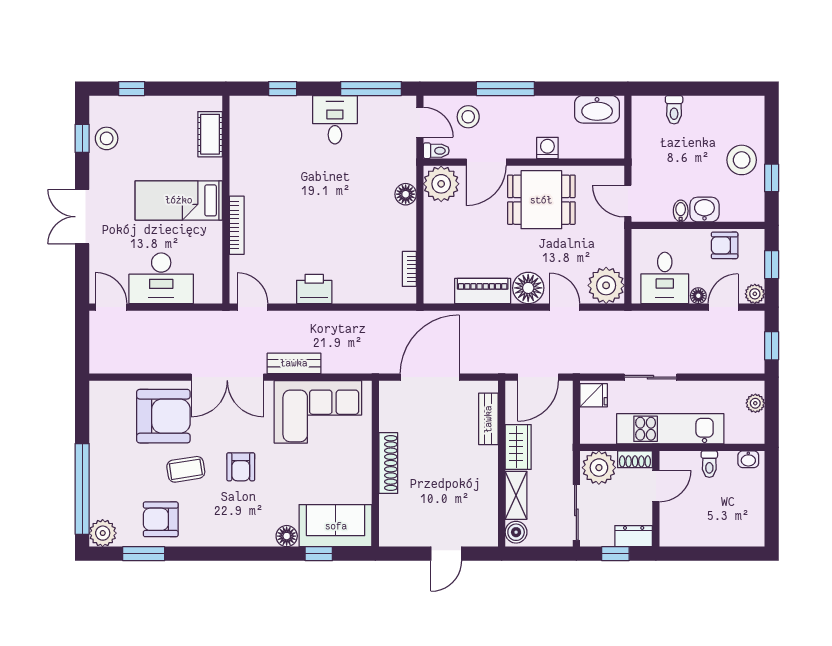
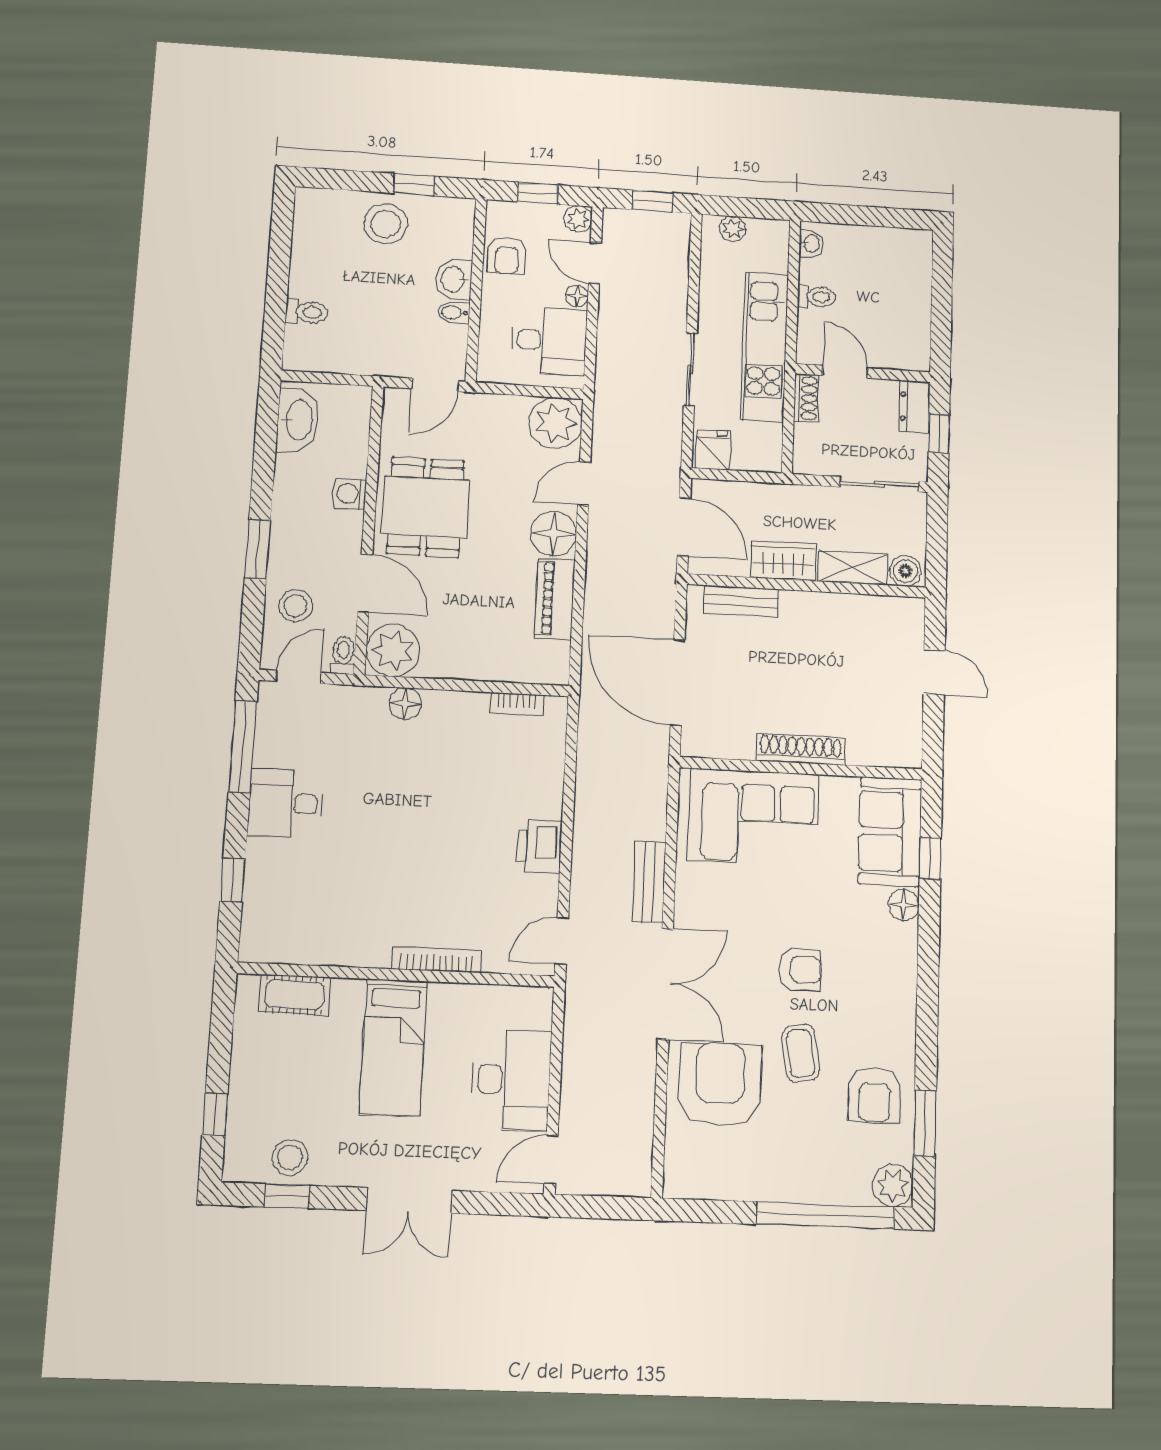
window: (505, 89) -> (257, 549), width x0.69
corner sofa: (318, 412) -> (753, 817), moved, turned 90
plant: (599, 468) -> (816, 449), removed

